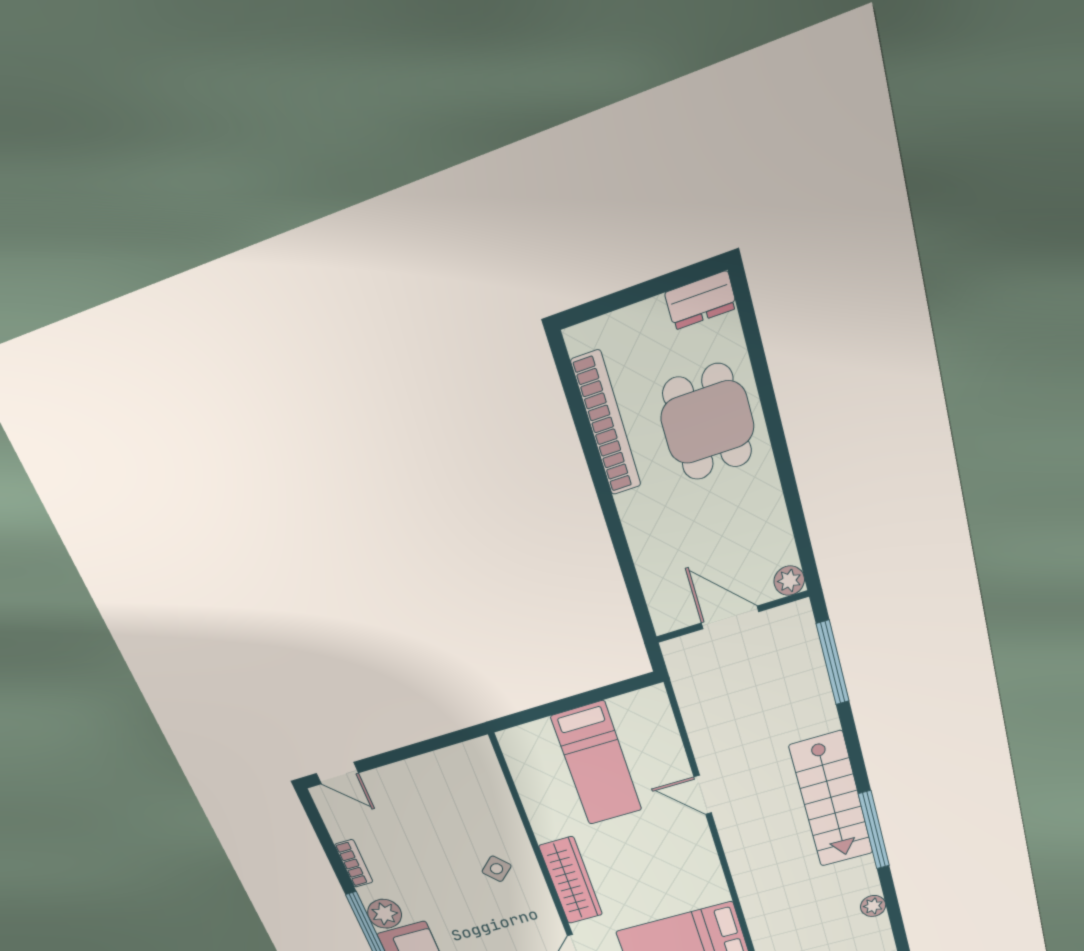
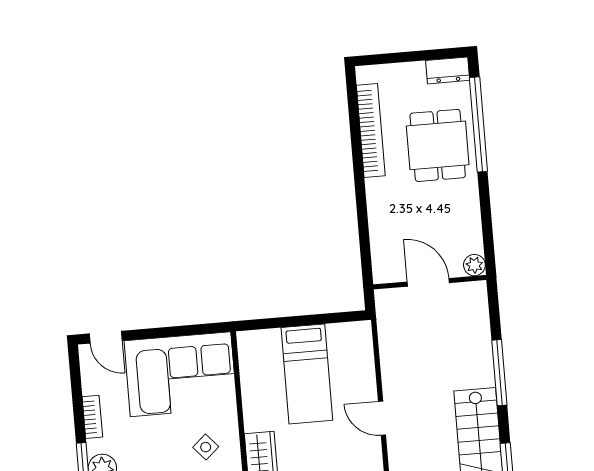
window: (762, 375) -> (478, 124), added
window: (833, 663) -> (499, 373), moved
corner sofa: (442, 796) -> (181, 374), added

